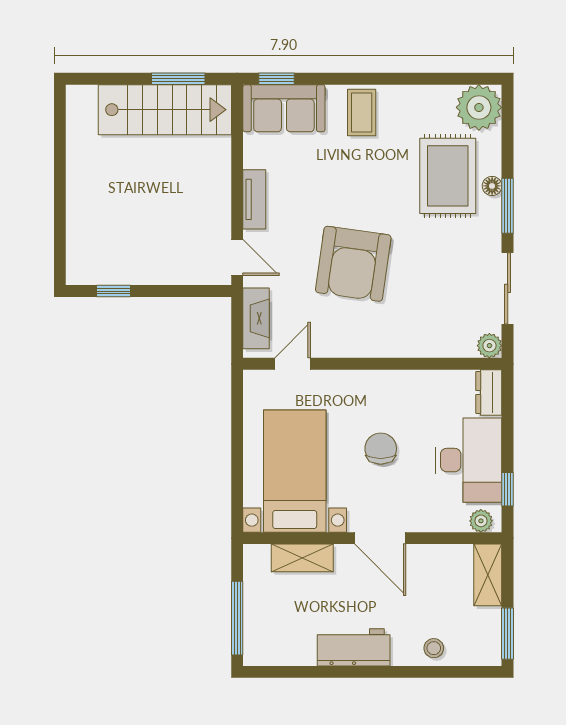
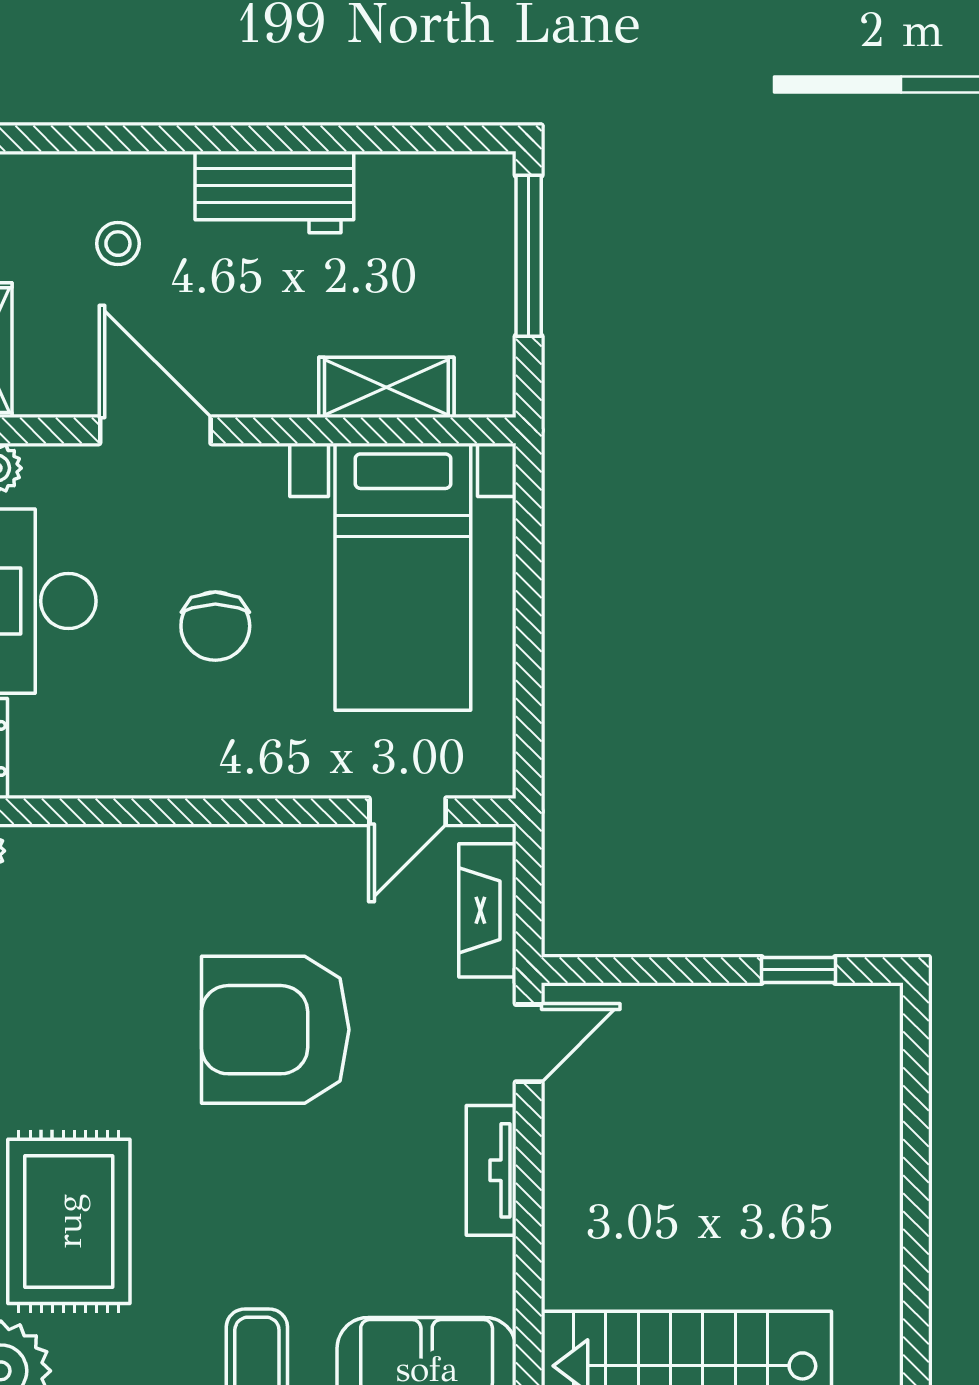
door: (237, 258) -> (529, 1043), swing flipped
armchair: (353, 264) -> (275, 1030), turned -98
door: (380, 538) -> (155, 430), moved
stool: (434, 648) -> (118, 244), moved

